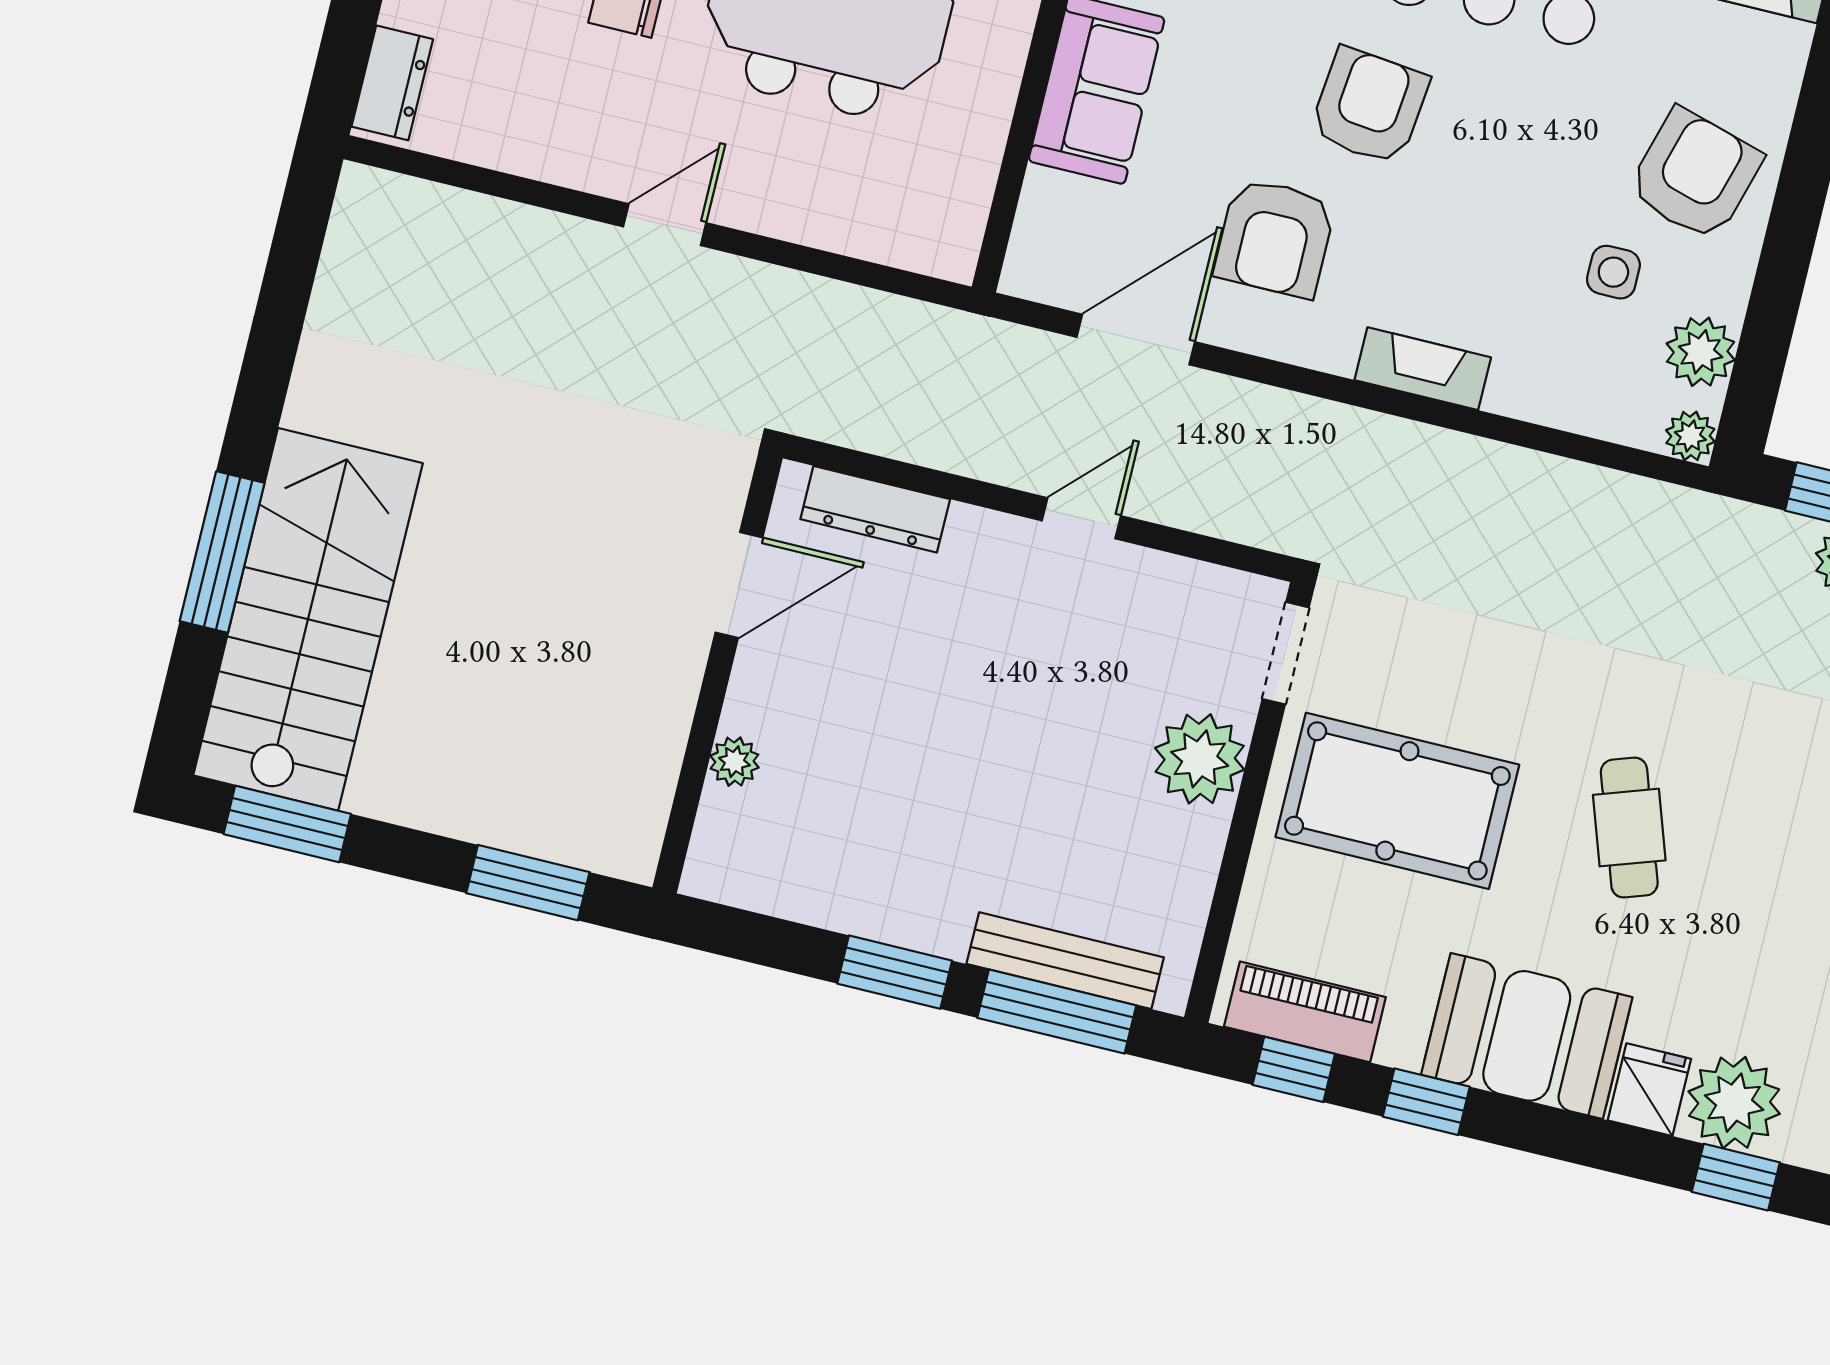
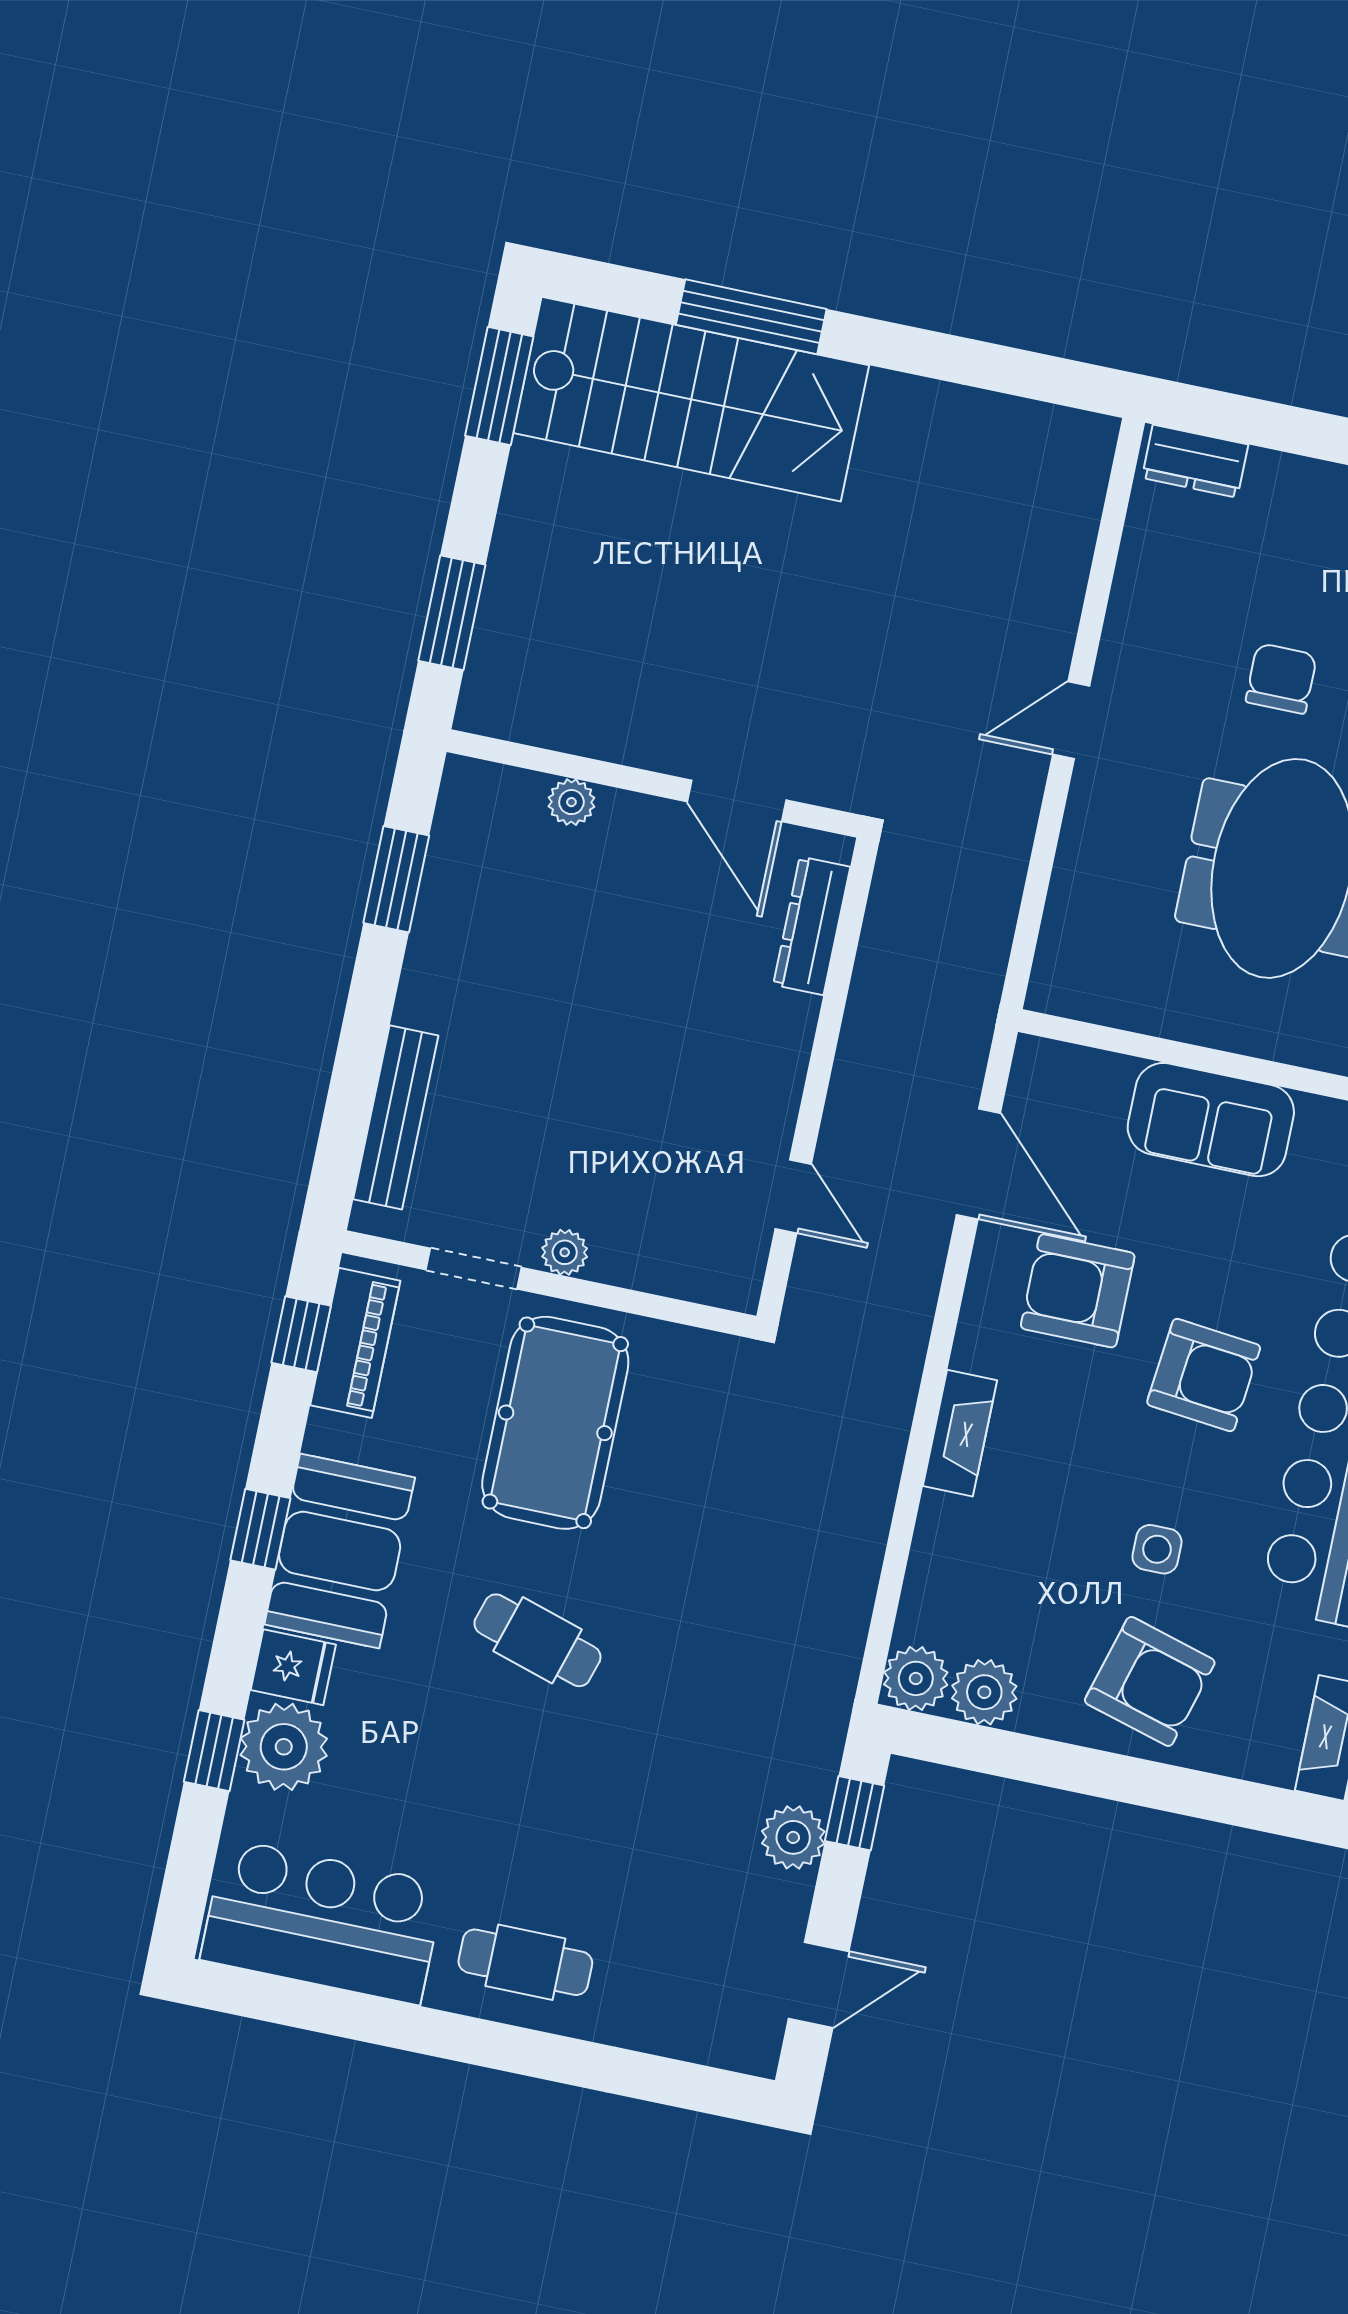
door: (665, 225) -> (1071, 720), swing flipped
side table: (1613, 272) -> (1157, 1549), moved
plant: (1690, 436) -> (916, 1678), width x1.38, depth x1.38
door: (1081, 518) -> (793, 1196), moved
doorway: (1286, 653) -> (474, 1269), moved
plant: (1200, 759) -> (565, 1252), width x0.53, depth x0.53
cafe table: (1629, 828) -> (537, 1640), turned 36
window: (895, 972) -> (396, 879), moved
window: (1057, 1012) -> (348, 1111), removed
window: (1426, 1102) -> (260, 1529), moved

